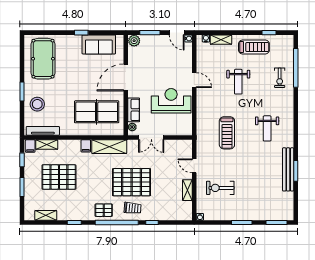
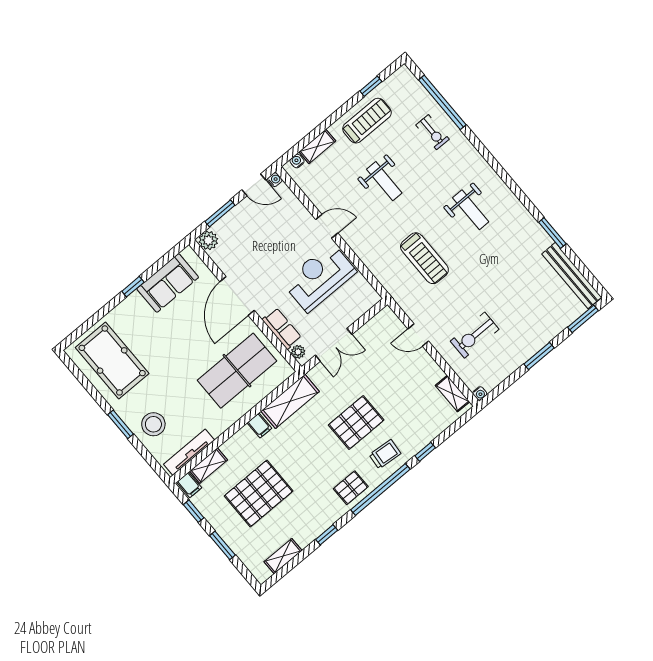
bench: (288, 169) -> (572, 276), moved
pallet: (132, 182) -> (356, 423), width x0.73, depth x0.71
shelving: (187, 190) -> (452, 394), moved

